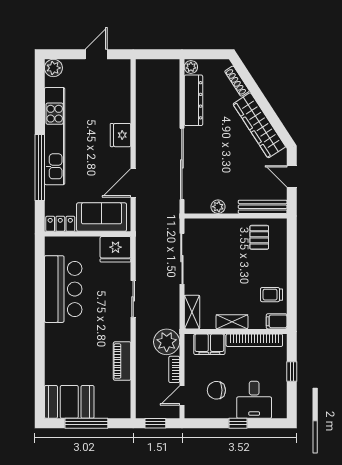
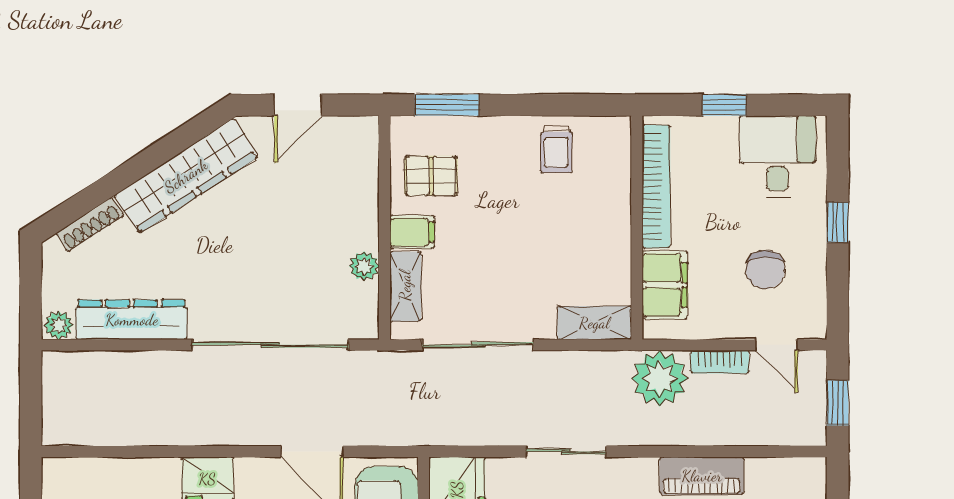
bench: (263, 207) -> (364, 169), removed
window: (292, 245) -> (447, 105), added
filing cabinet: (277, 321) -> (412, 232), moved, turned -90
shelving: (232, 322) -> (405, 286), moved
desk: (254, 400) -> (777, 157), moved, turned -90

